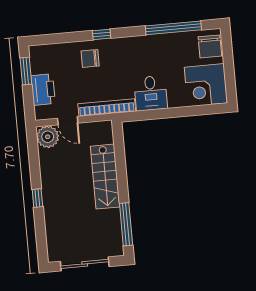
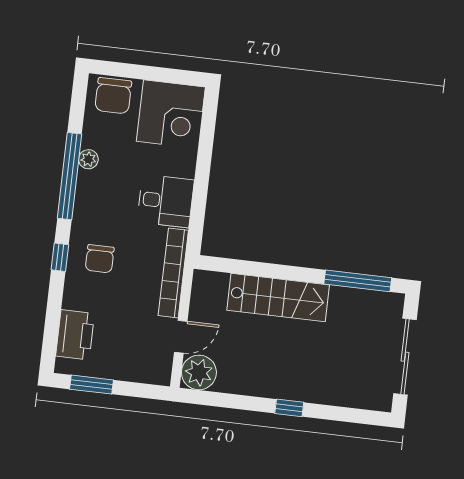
window: (173, 28) -> (69, 176), moved
plant: (167, 39) -> (88, 159), added
chair: (210, 46) -> (113, 96), turned 90
chair: (90, 58) -> (100, 259), moved
printer: (43, 90) -> (75, 335), moved, turned 90

